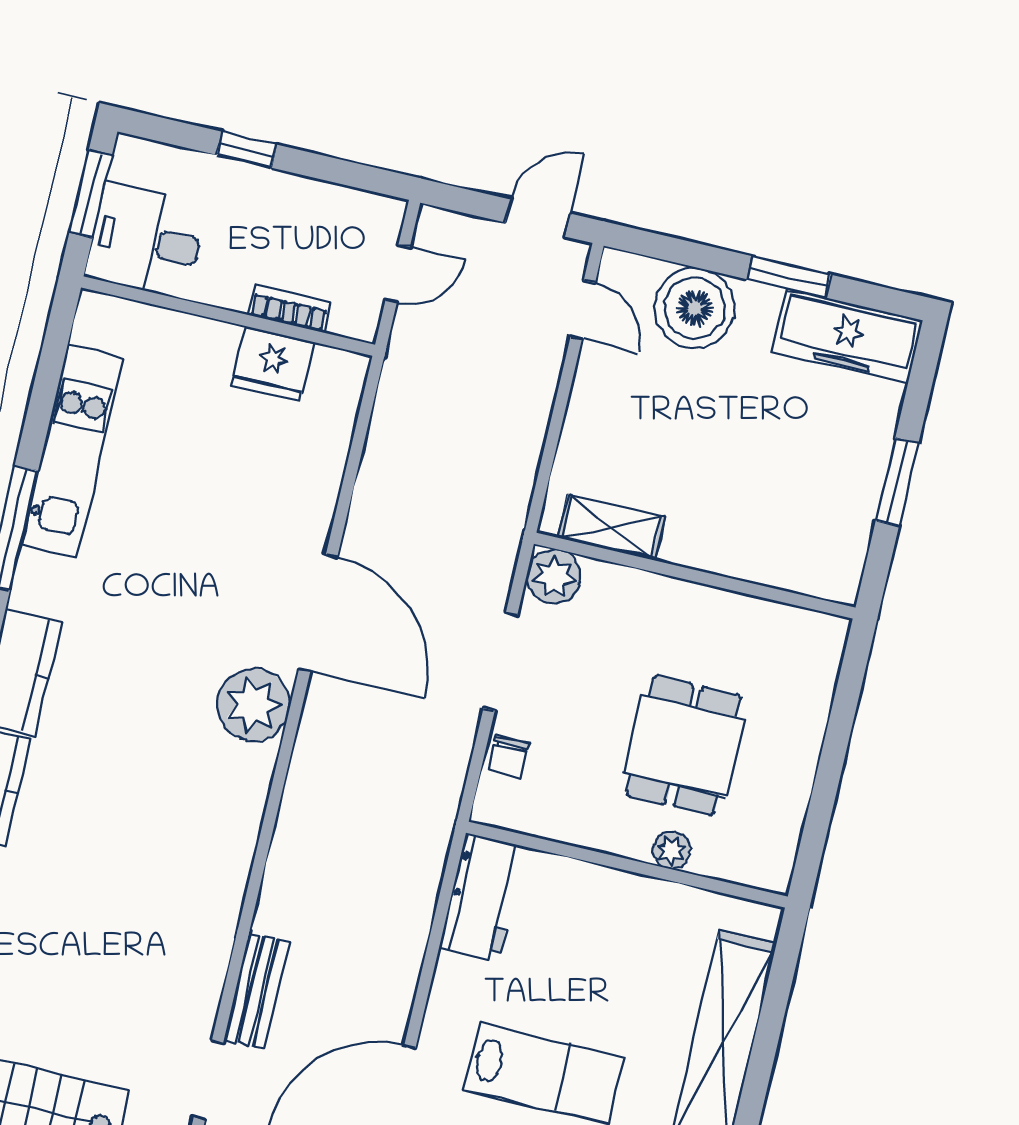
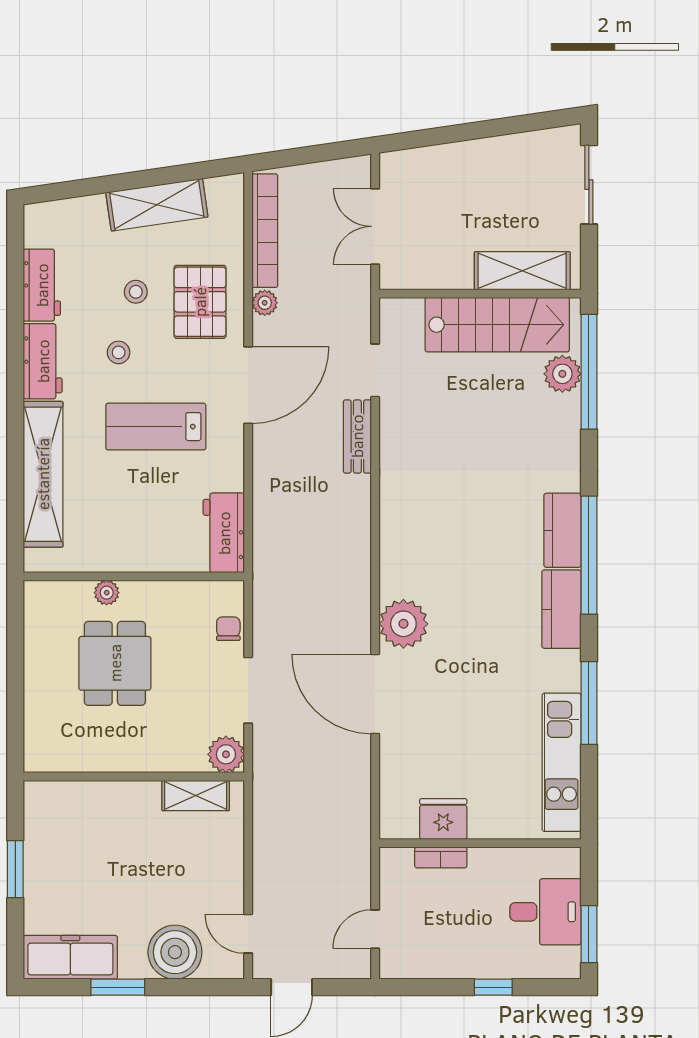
bookcase: (289, 309) -> (441, 857), moved
wall: (228, 316) -> (480, 843), moved
fridge: (273, 364) -> (443, 819), moved

